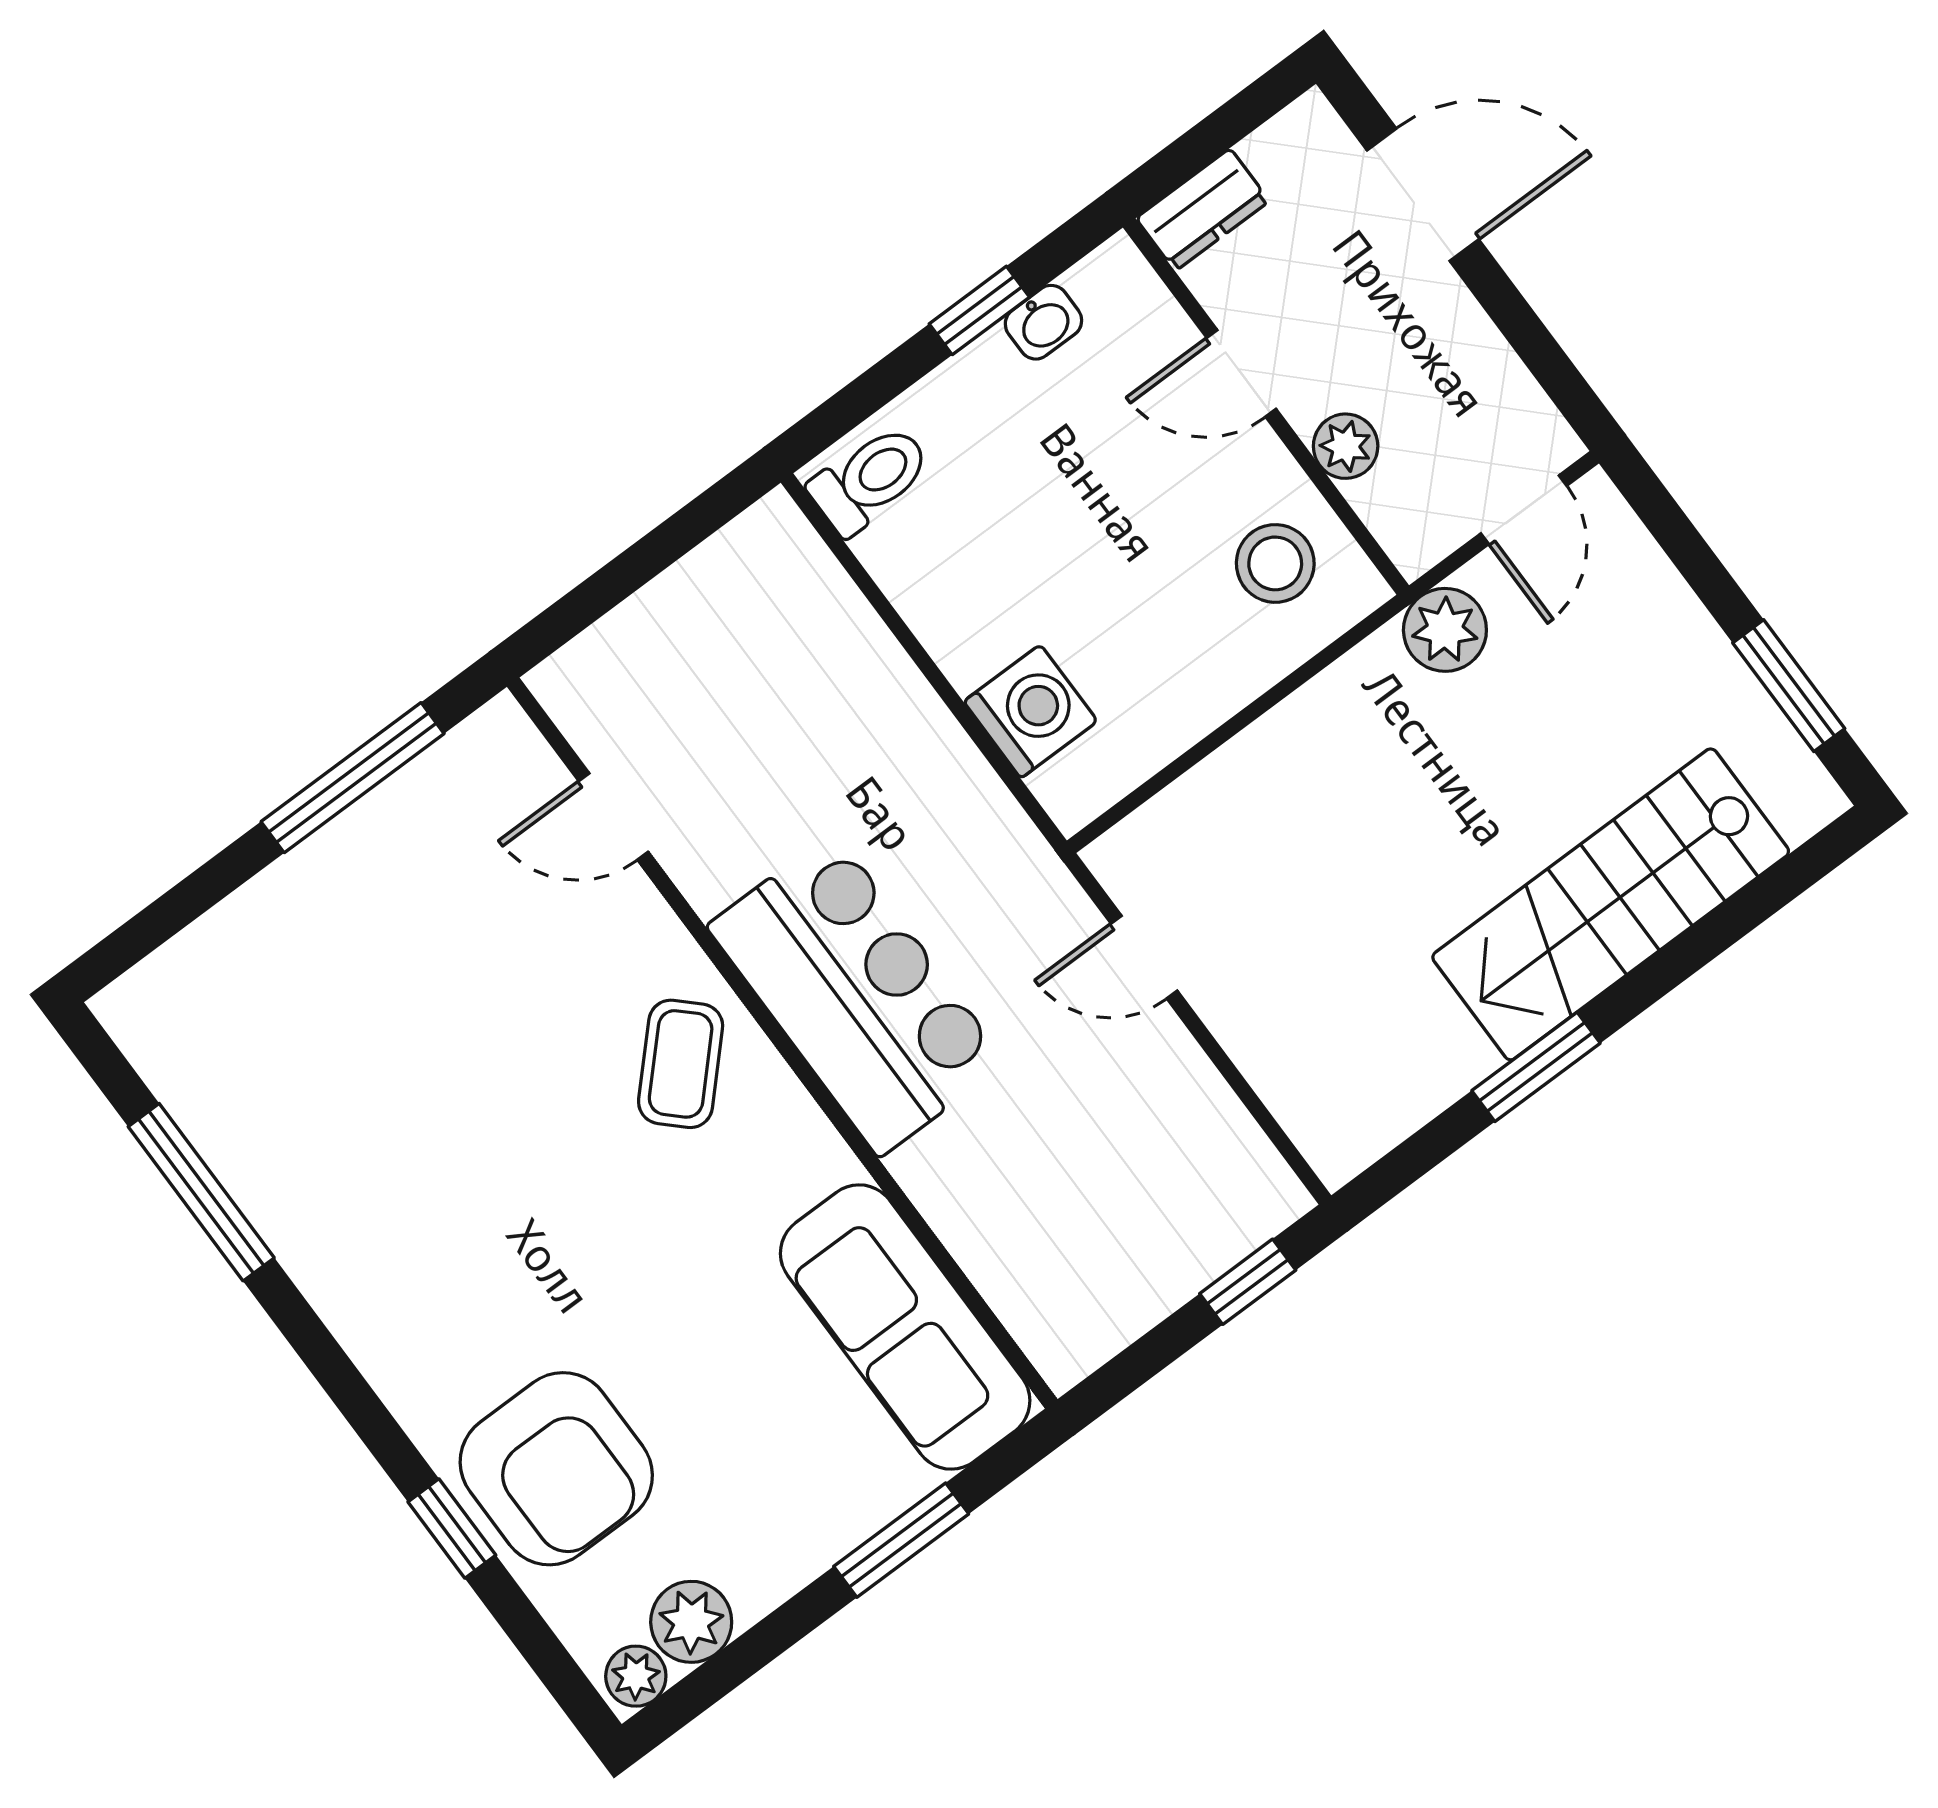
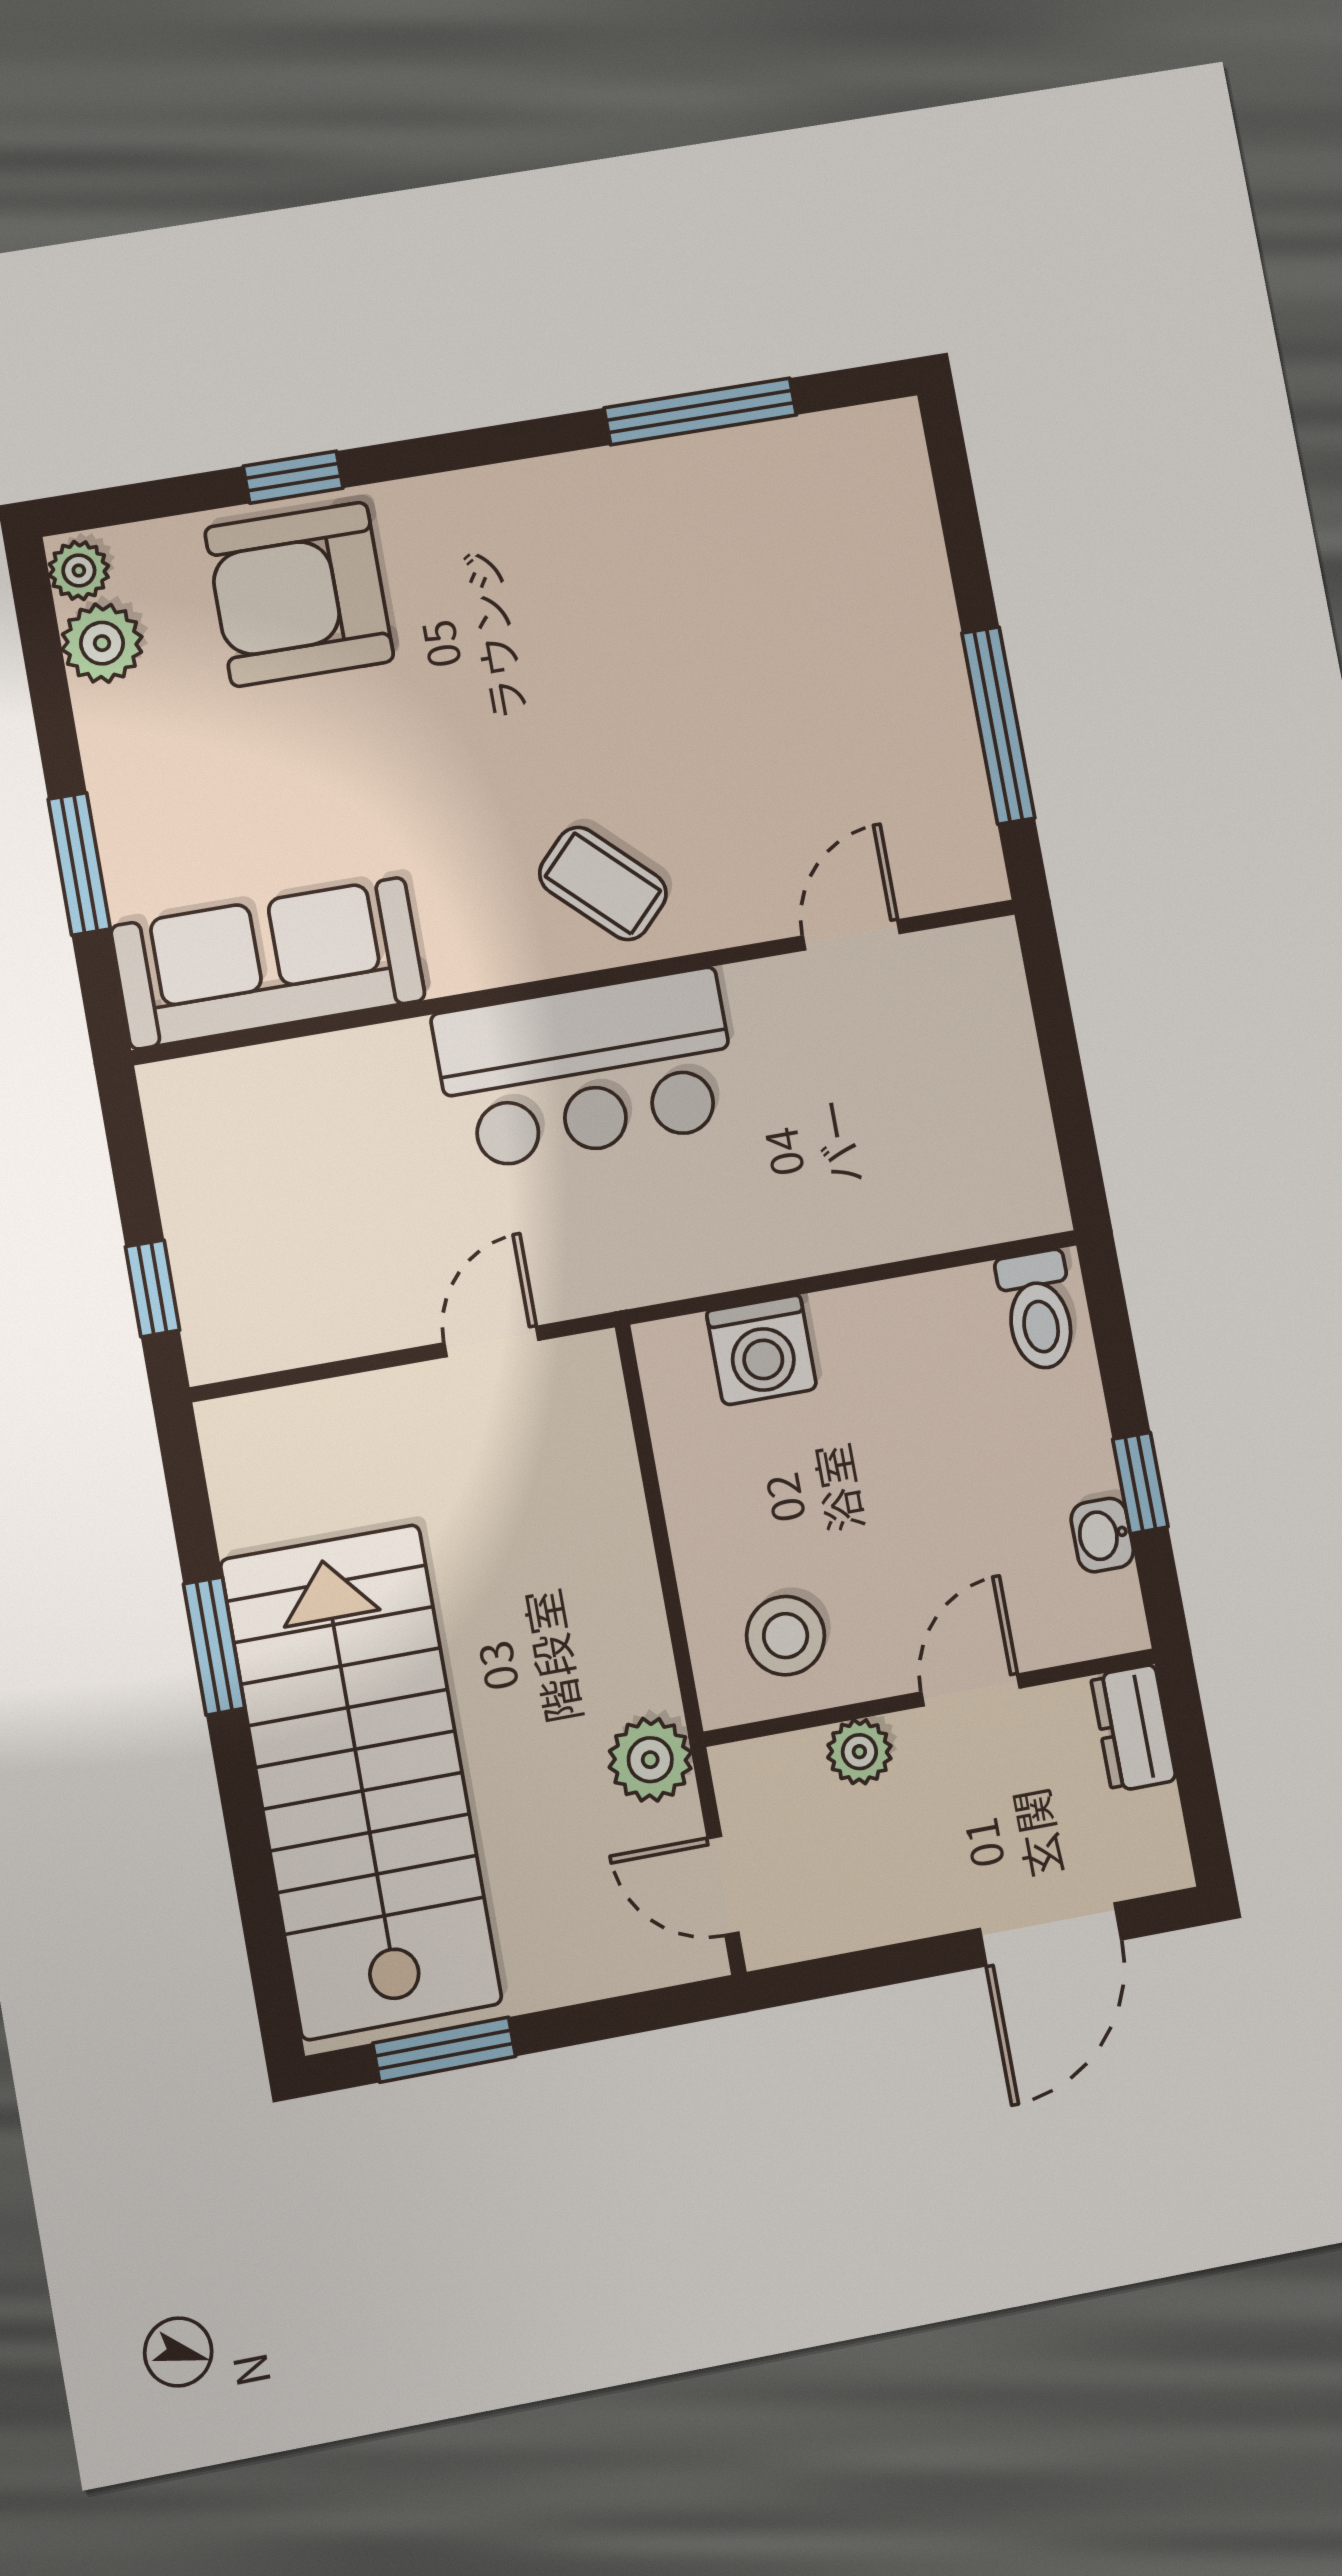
stairs: (1611, 904) -> (361, 1781), width x1.36, depth x1.51

